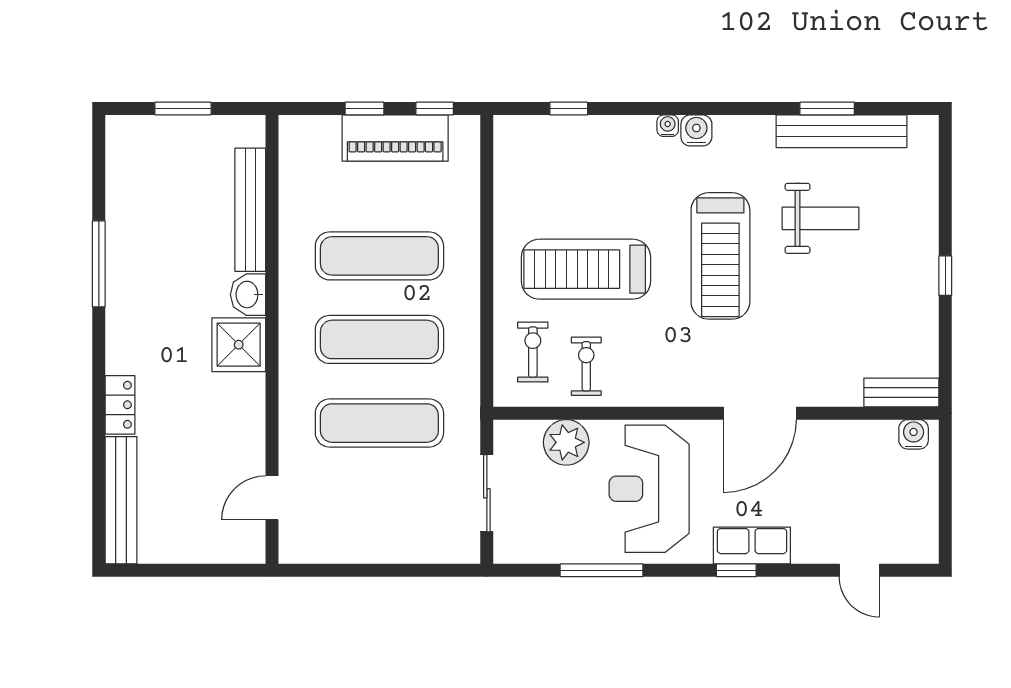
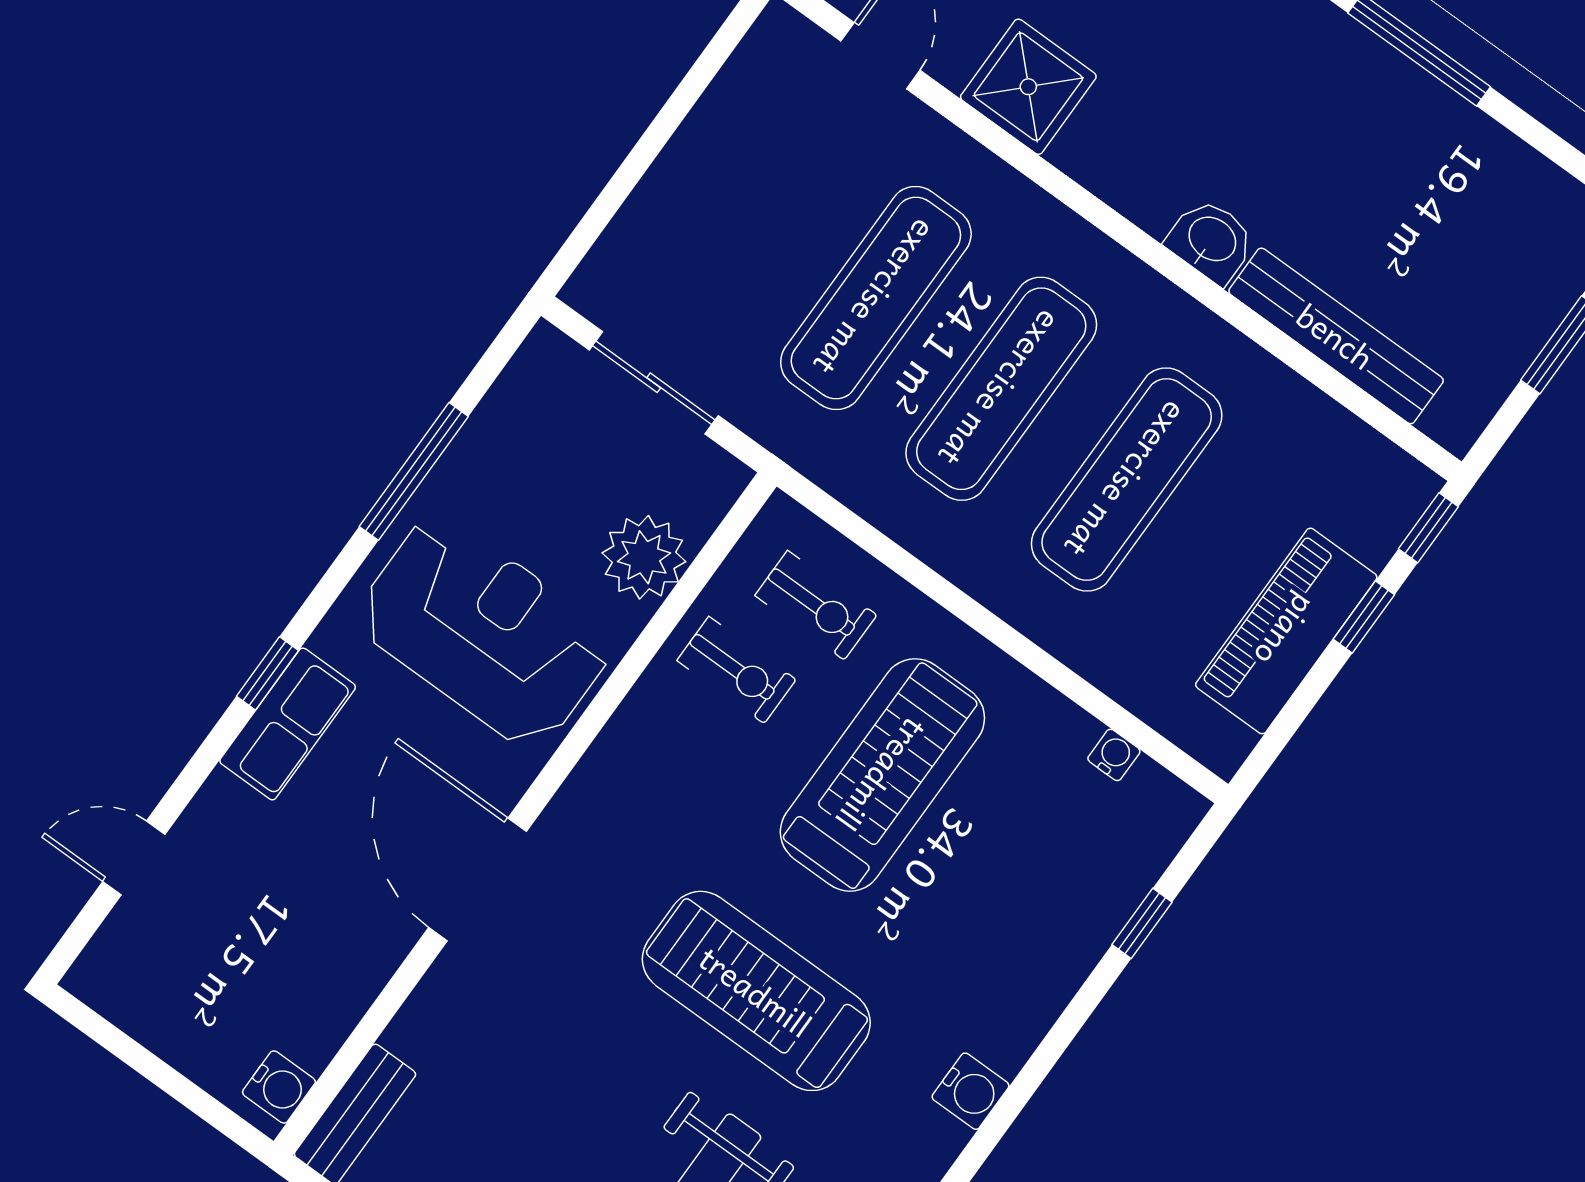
window: (435, 109) -> (1428, 528), moved
water cooler: (668, 126) -> (1114, 755), moved, turned -90
shower: (239, 345) -> (1028, 87), moved

